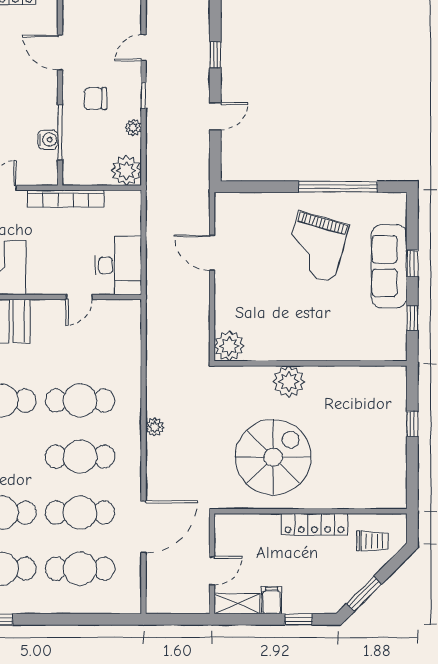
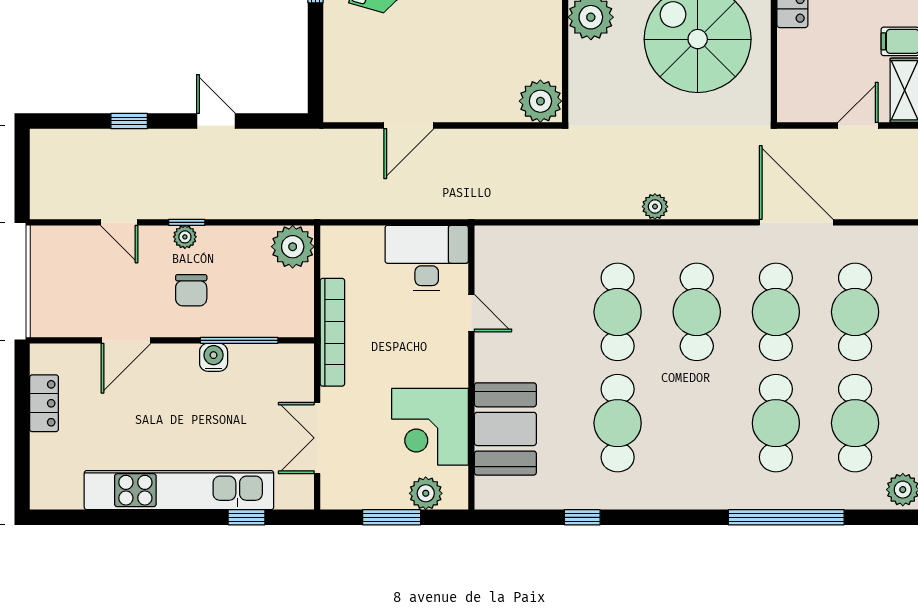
plant: (133, 128) -> (185, 237), moved
water cooler: (48, 140) -> (214, 357), moved
door: (212, 571) -> (858, 126), hinge flipped

